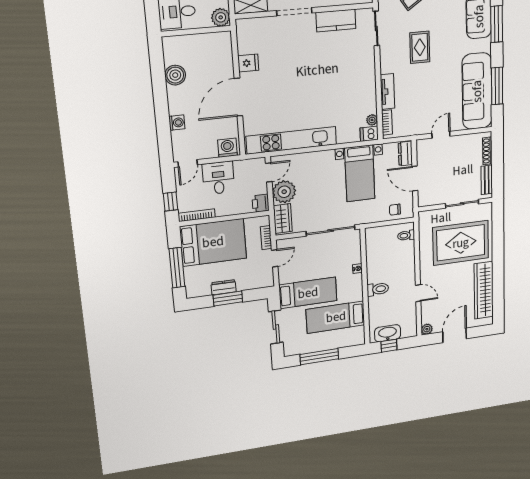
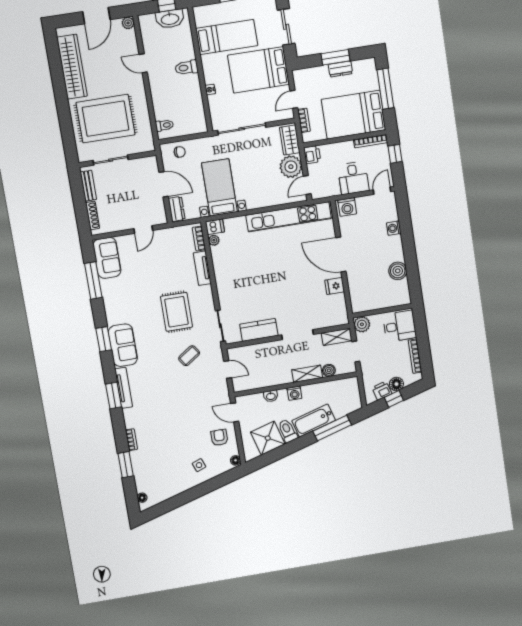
window: (497, 24) -> (104, 339), width x0.69
rug: (420, 47) -> (176, 312), width x1.36, depth x1.43
sofa: (477, 91) -> (107, 258), width x0.54, depth x0.79
door: (238, 97) -> (341, 255), swing flipped
bed: (308, 293) -> (259, 70), width x1.50

